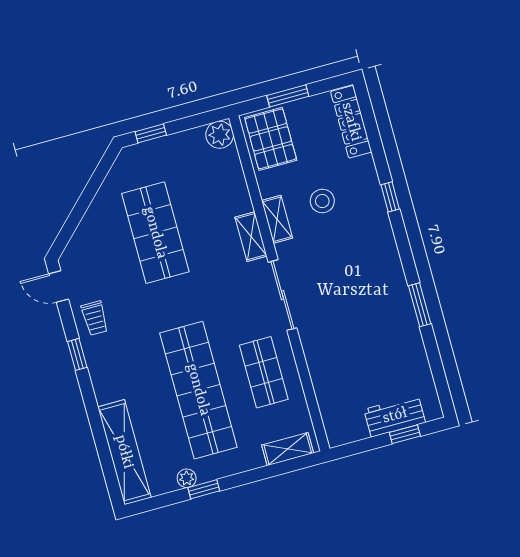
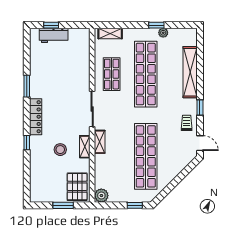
locker: (351, 122) -> (36, 117), moved
shop shelf: (155, 233) -> (146, 156), width x1.40
shelving: (124, 452) -> (190, 72), moved

